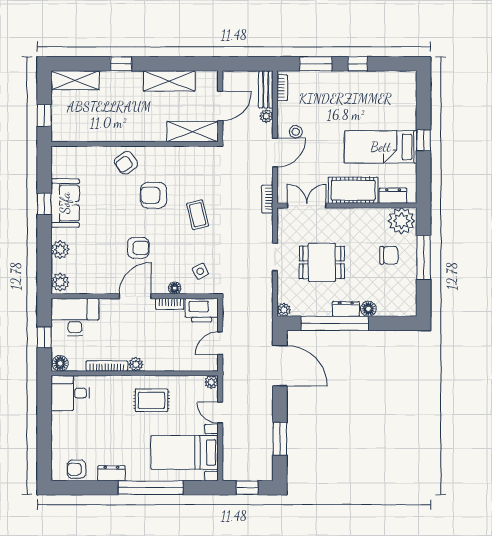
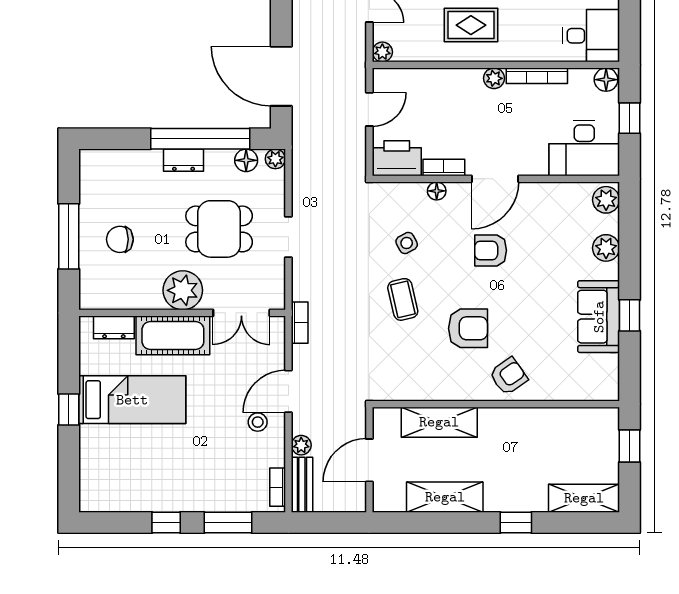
shelving: (193, 132) -> (439, 422), moved
plant: (402, 221) -> (183, 290), moved
side table: (200, 271) -> (407, 243), moved
floor lamp: (368, 309) -> (246, 160), moved

